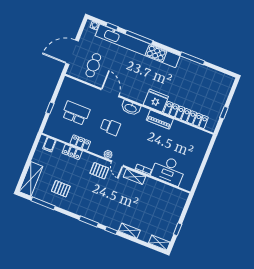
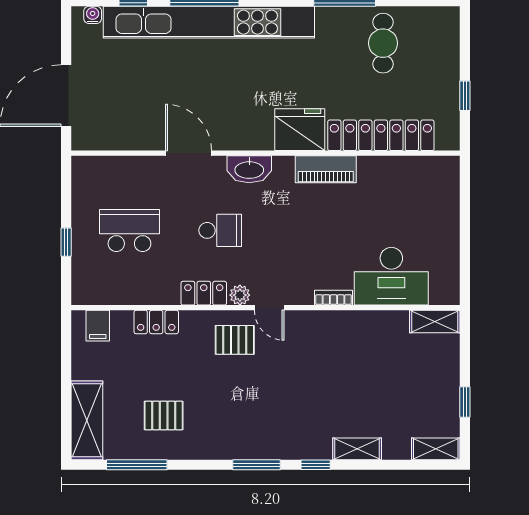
cafe table: (93, 65) -> (383, 43), moved
locker: (80, 143) -> (204, 293), moved
shelving: (134, 177) -> (435, 322), moved

